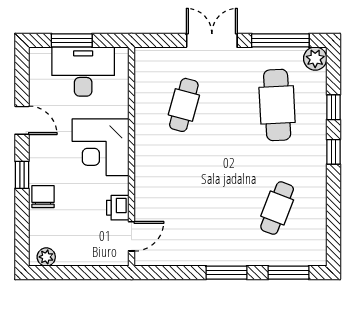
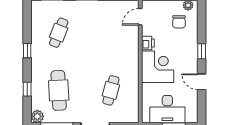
window: (333, 152) -> (27, 51), moved
chair: (43, 197) -> (179, 22), moved
printer: (118, 208) -> (148, 43), moved

